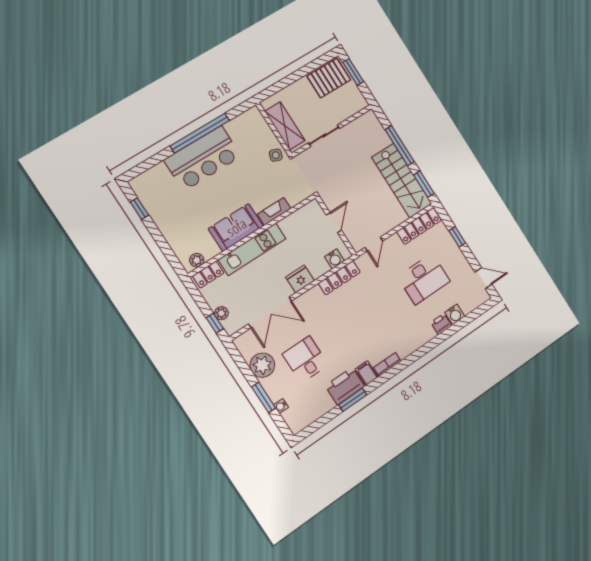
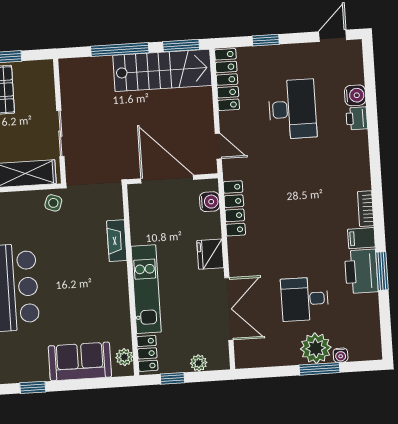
door: (334, 223) -> (167, 179), width x1.88
sofa: (236, 227) -> (80, 361), moved, turned 90
window: (215, 323) -> (172, 378), moved
plant: (262, 365) -> (316, 348), moved

